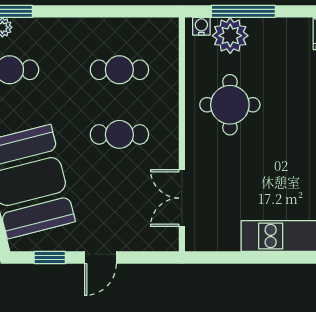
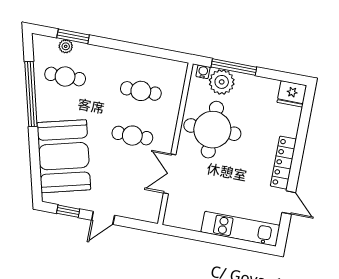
round table: (230, 105) -> (212, 130), width x1.36, depth x1.36
double door: (182, 198) -> (170, 174), moved

